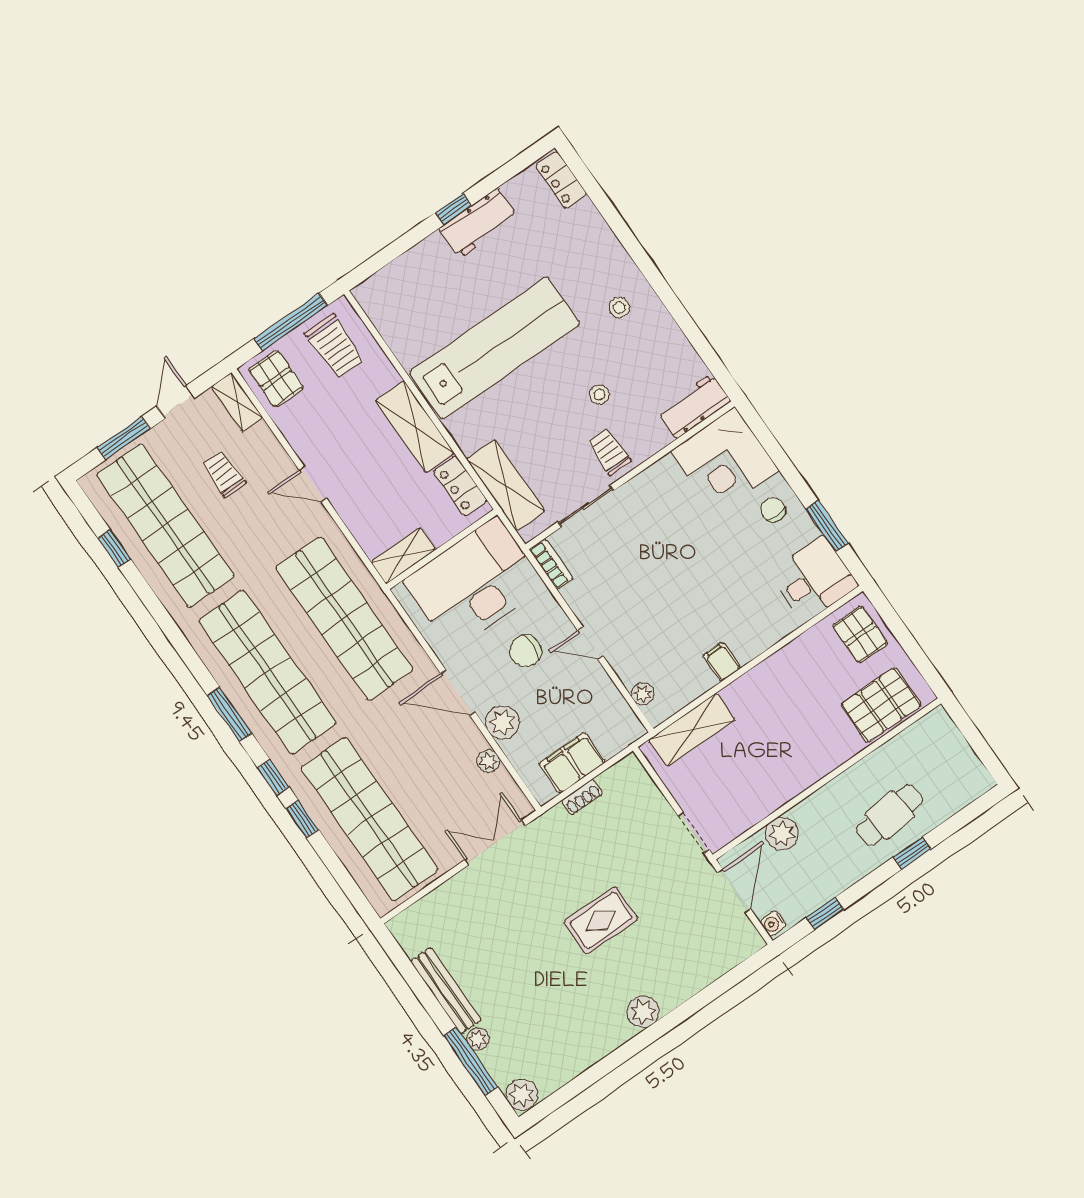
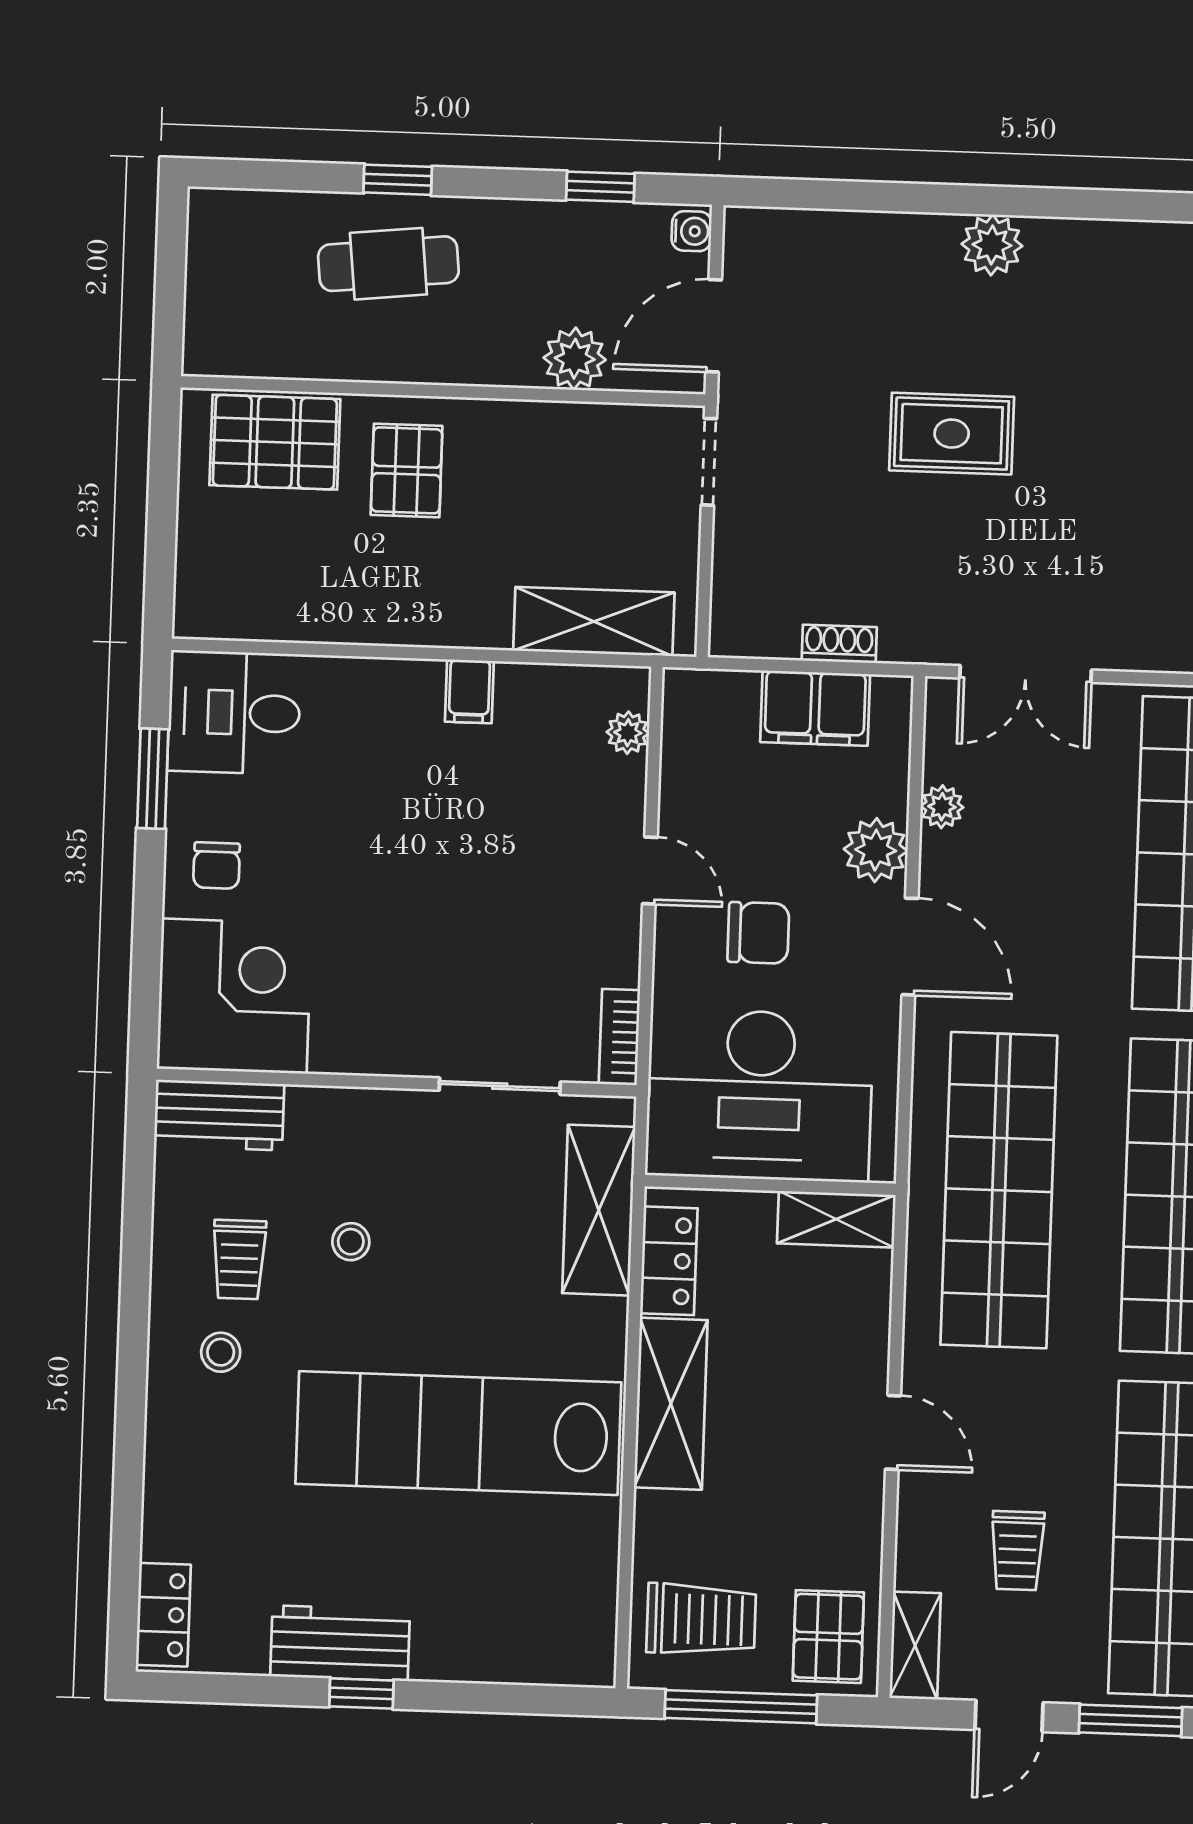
trolley: (335, 346) -> (701, 1619), turned 90
trolley: (609, 452) -> (239, 1260), moved
pallet: (860, 634) -> (407, 470), moved

